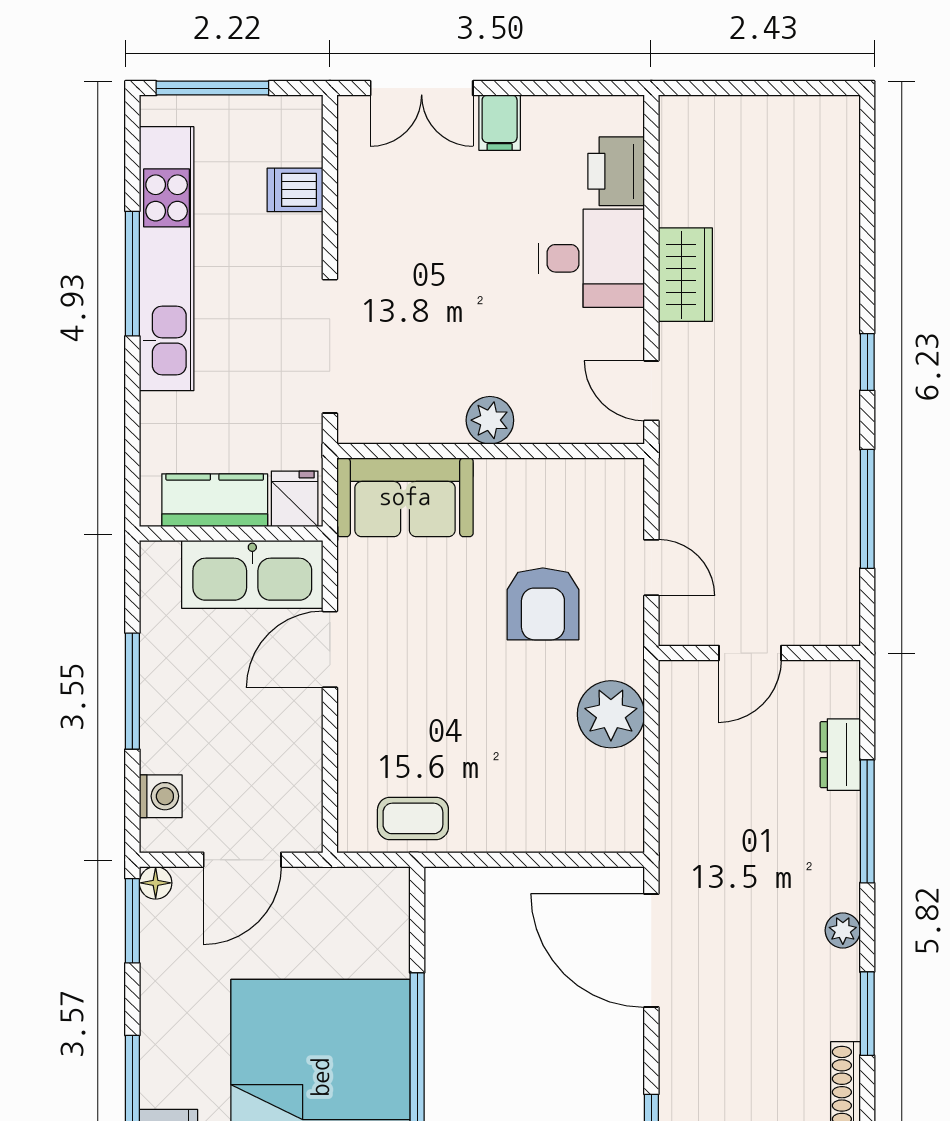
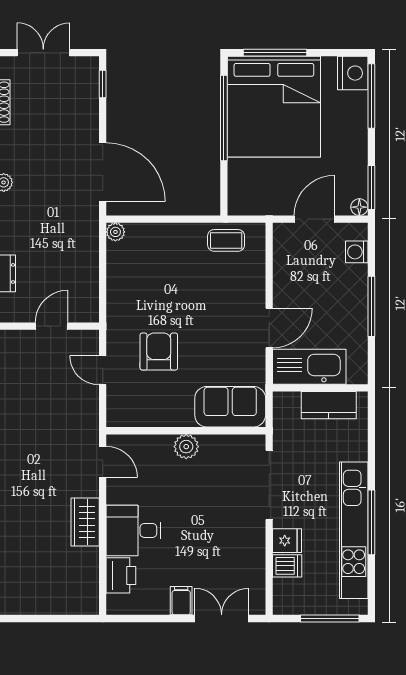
fridge: (295, 499) -> (287, 541), moved, turned -90
plant: (611, 714) -> (115, 232), moved, width x0.53, depth x0.53

